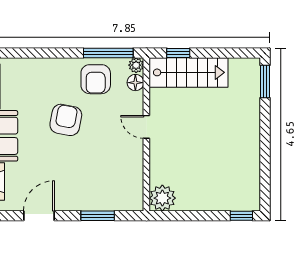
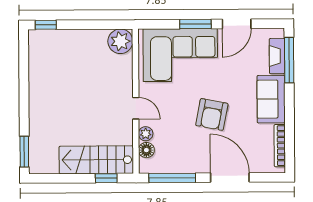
door: (47, 53) -> (230, 177), added
plant: (136, 65) -> (146, 134), moved
armchair: (96, 79) -> (184, 153), removed
corner sofa: (99, 183) -> (180, 55), added
window: (98, 216) -> (195, 24), moved

